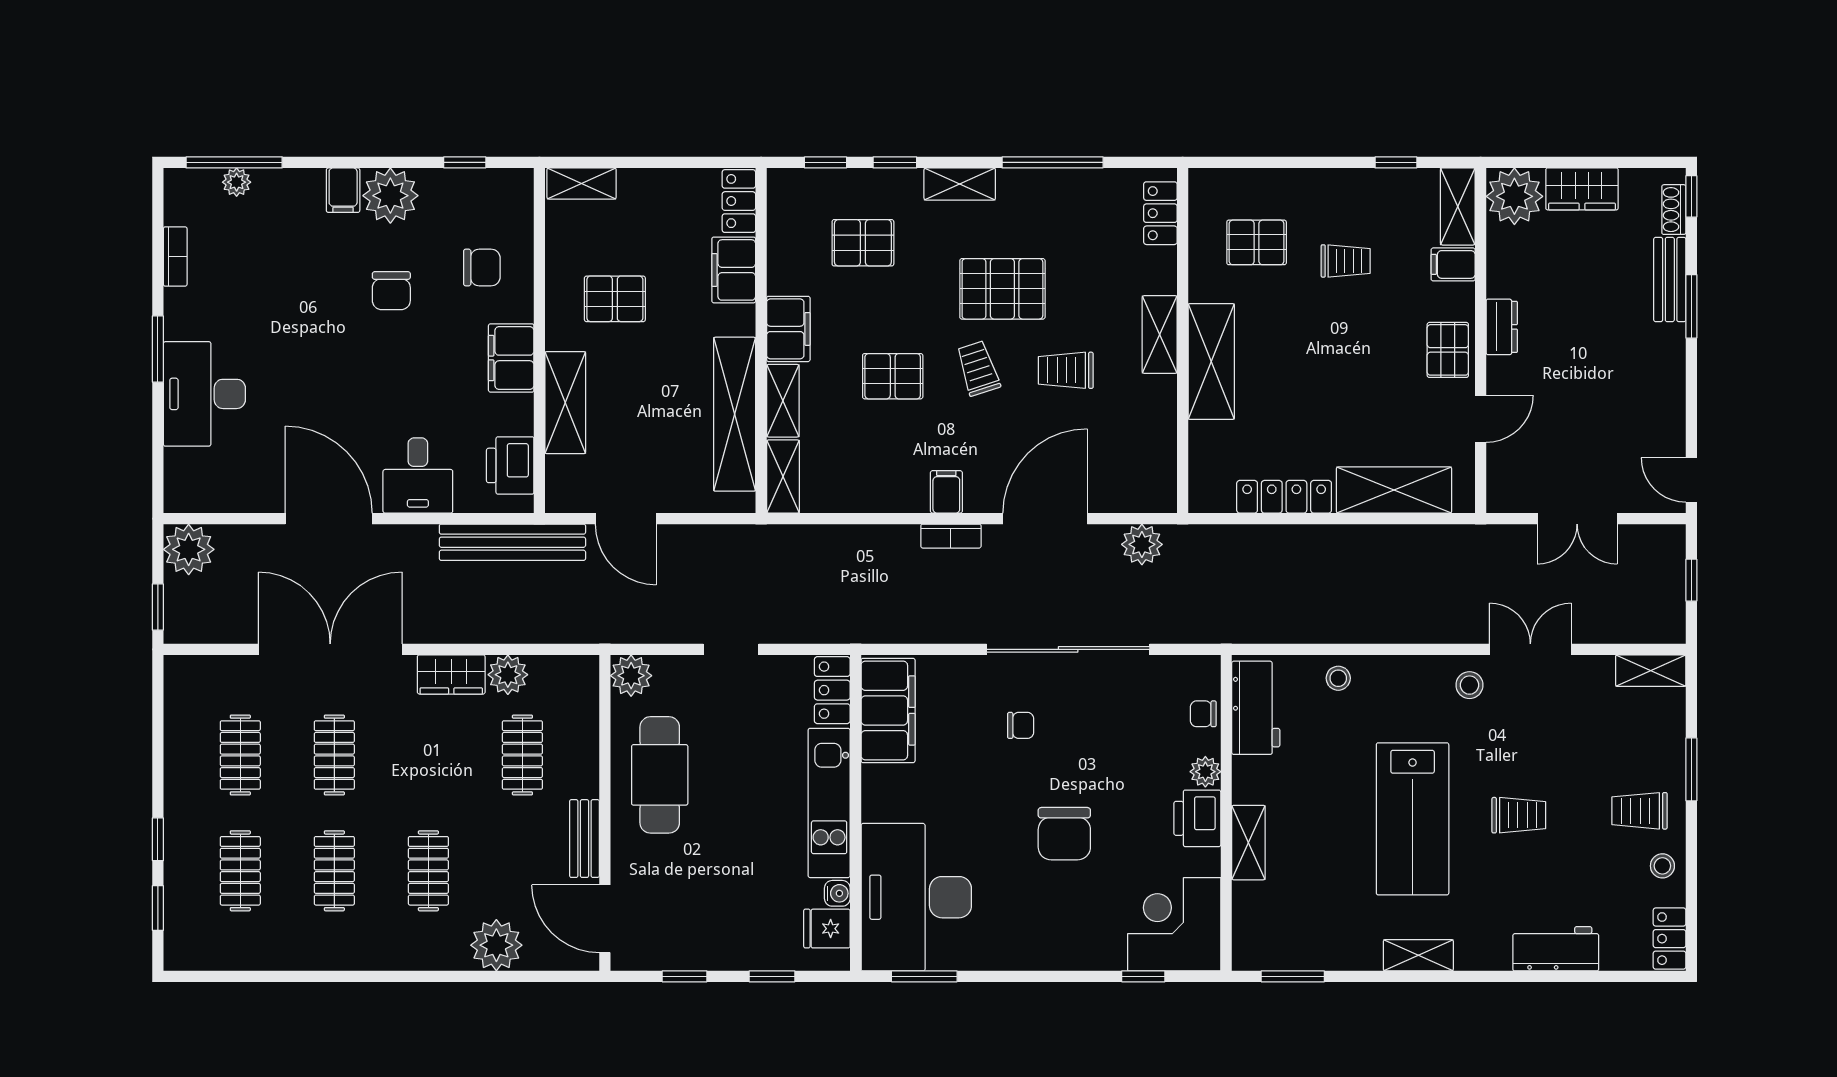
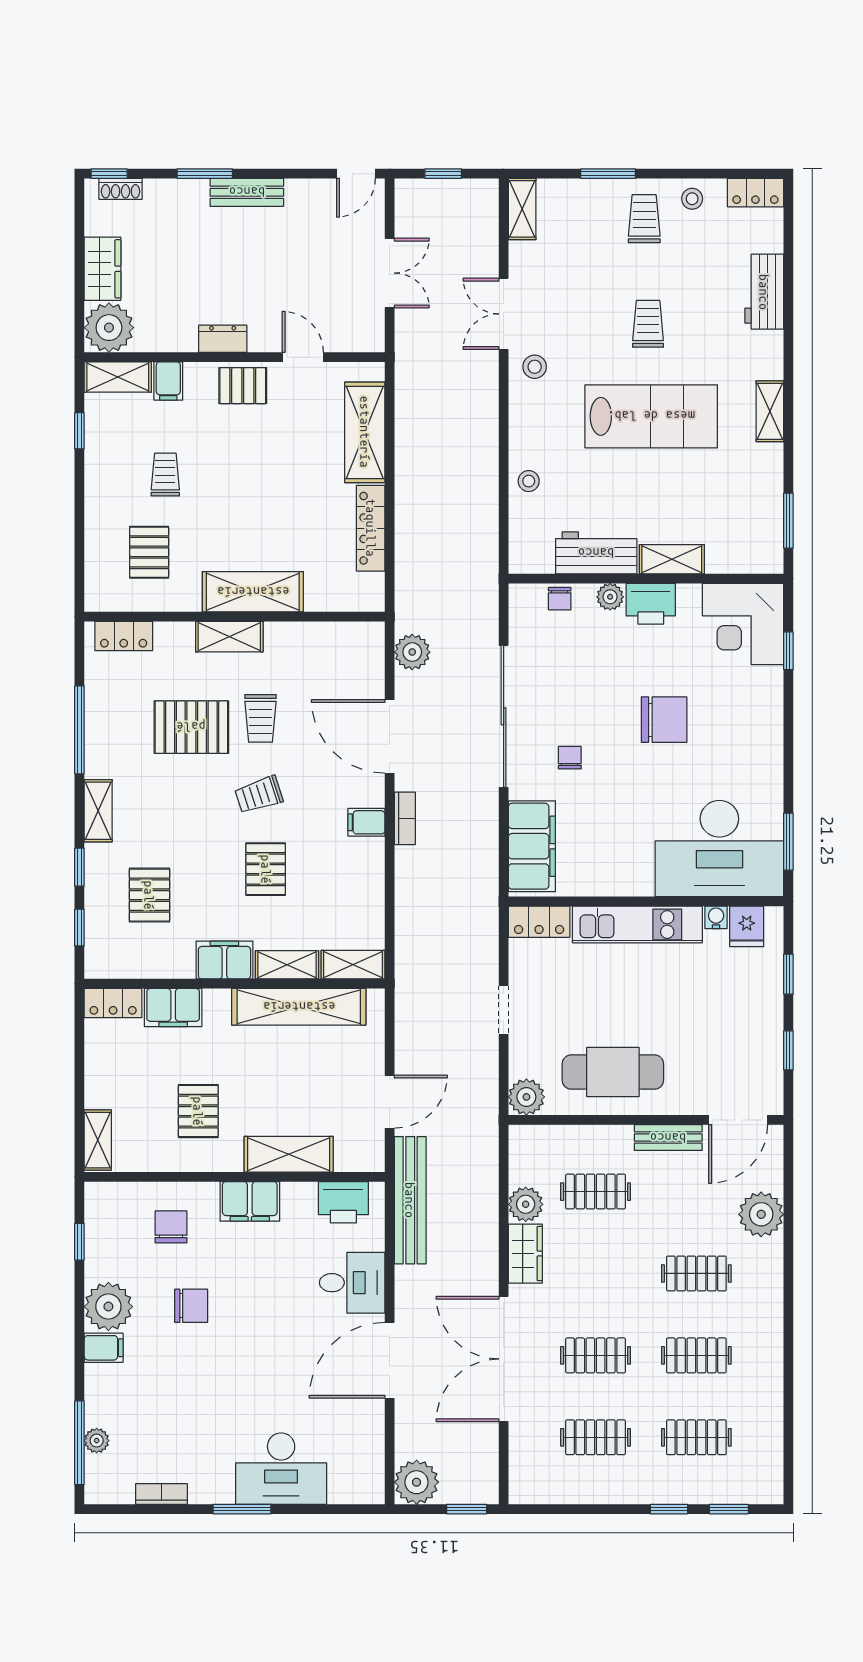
bench: (1670, 280) -> (247, 192), moved
pallet: (1002, 289) -> (191, 727), moved, turned 90
workbench: (1256, 708) -> (596, 553), moved
filing cabinet: (888, 710) -> (532, 846), moved, turned 90
trolley: (1639, 811) -> (644, 219), turned 180

